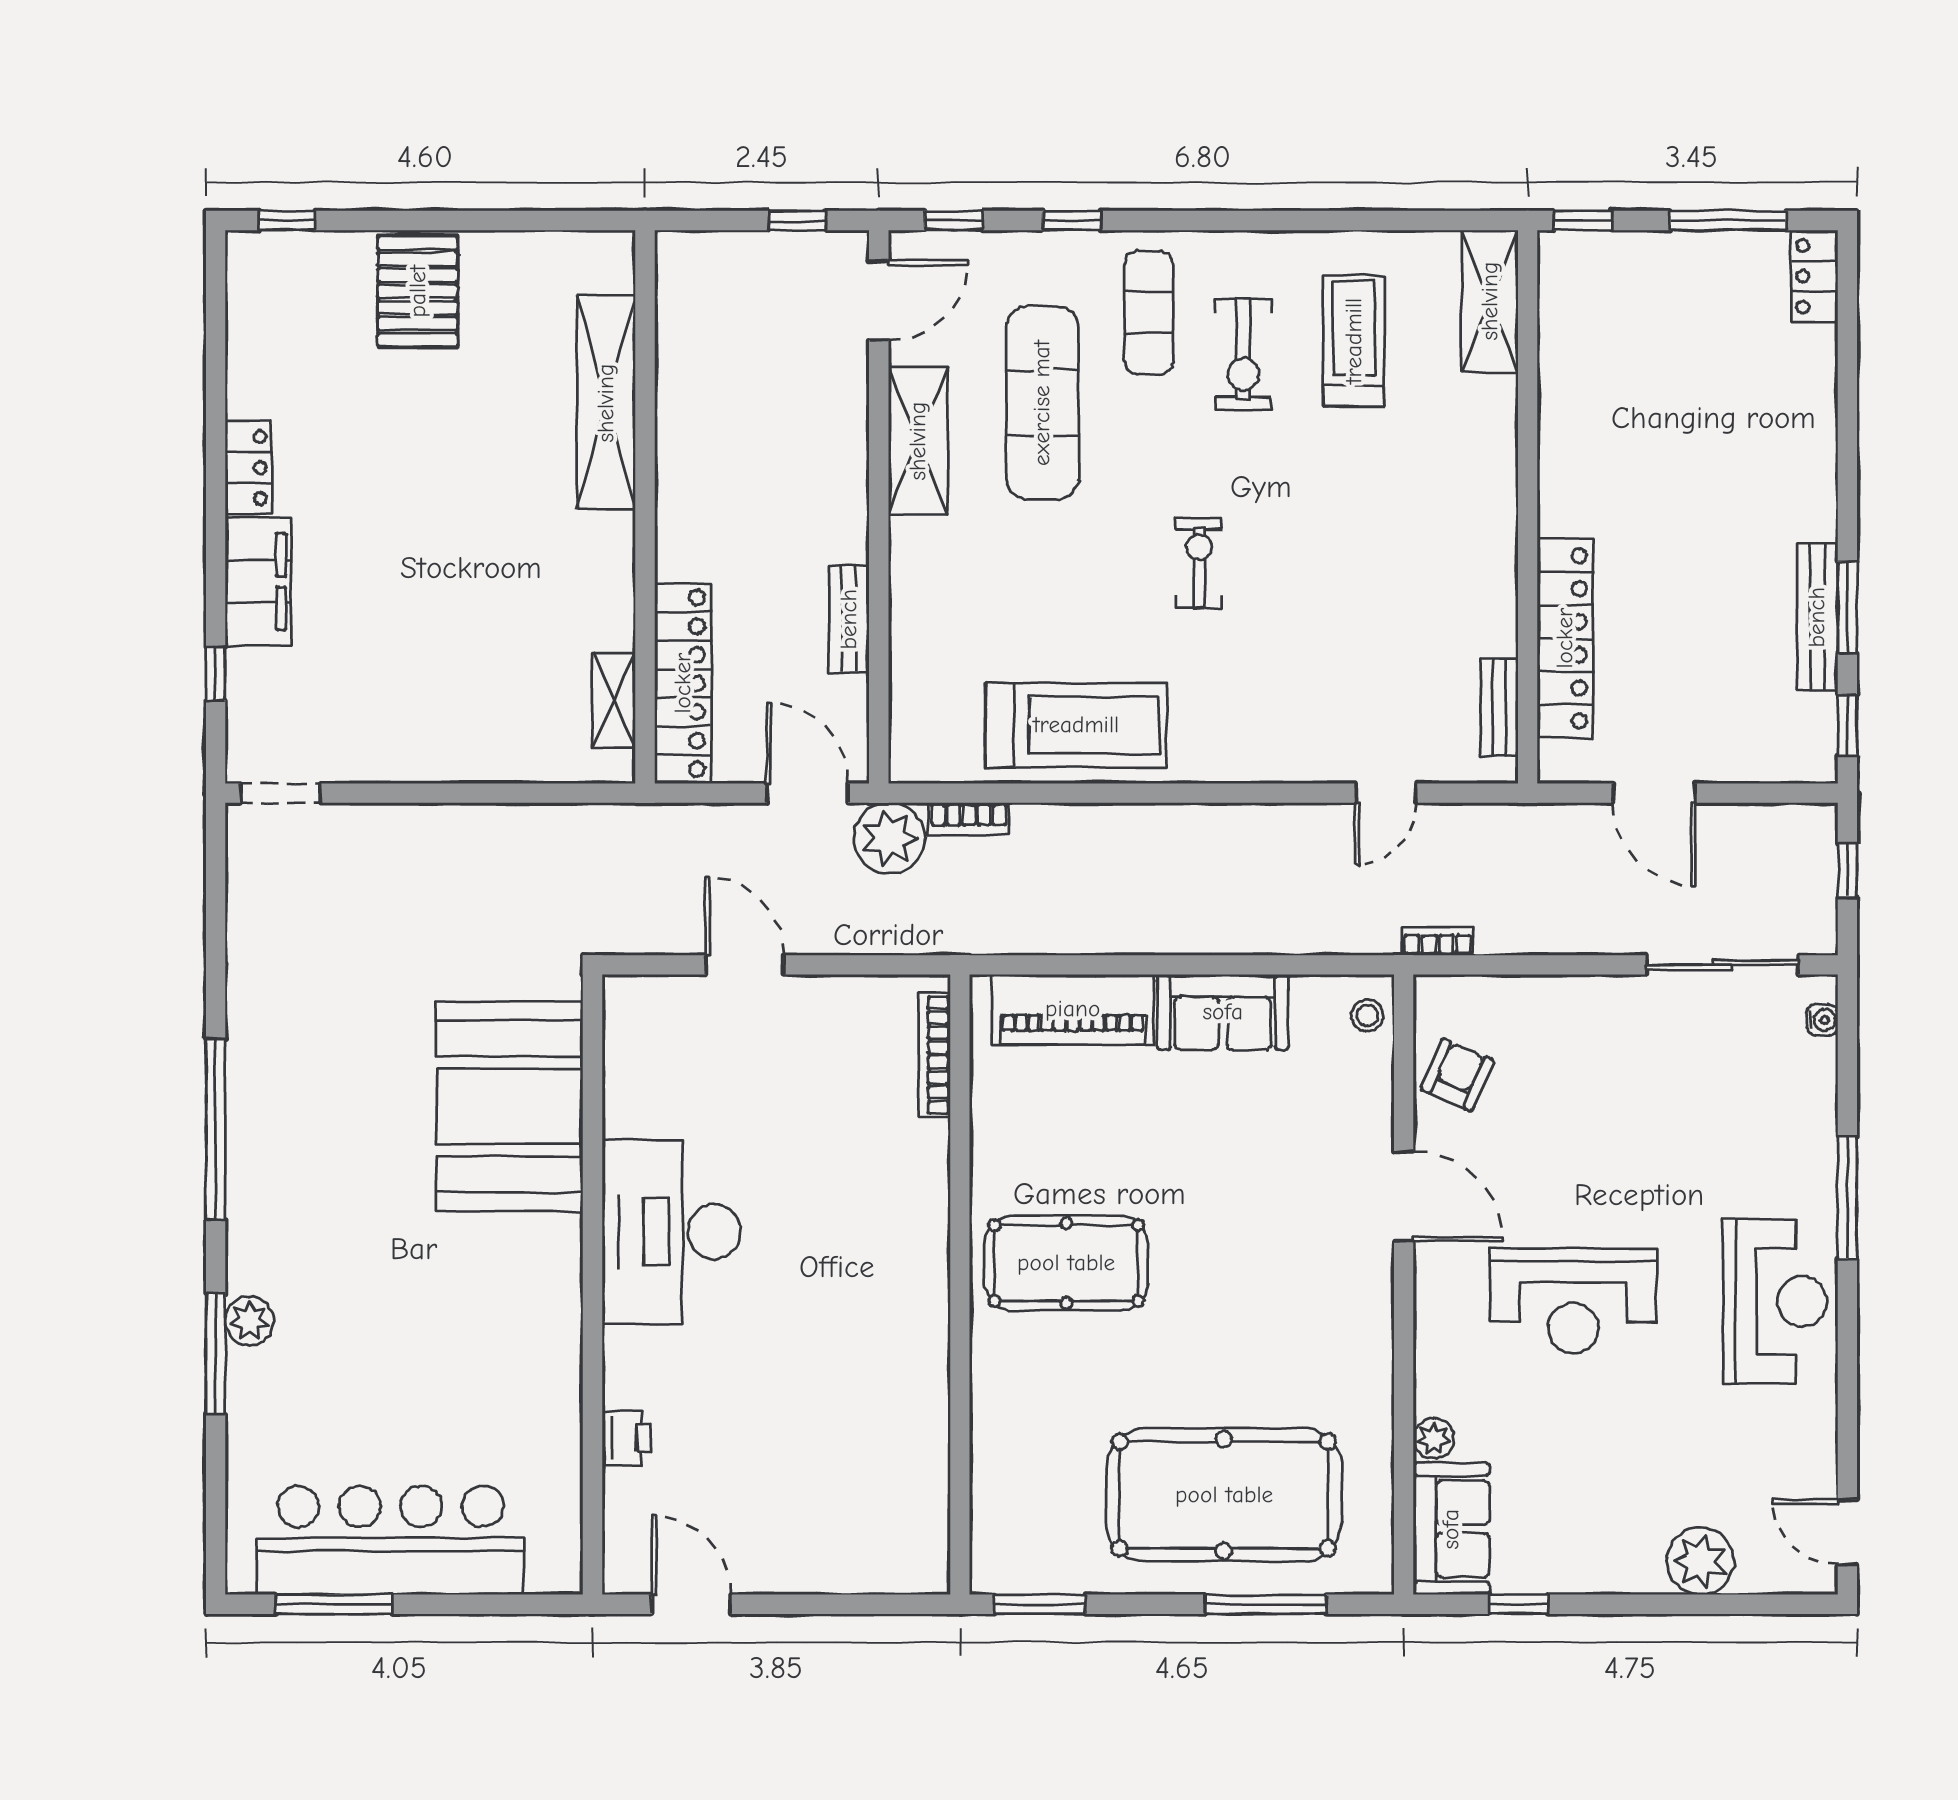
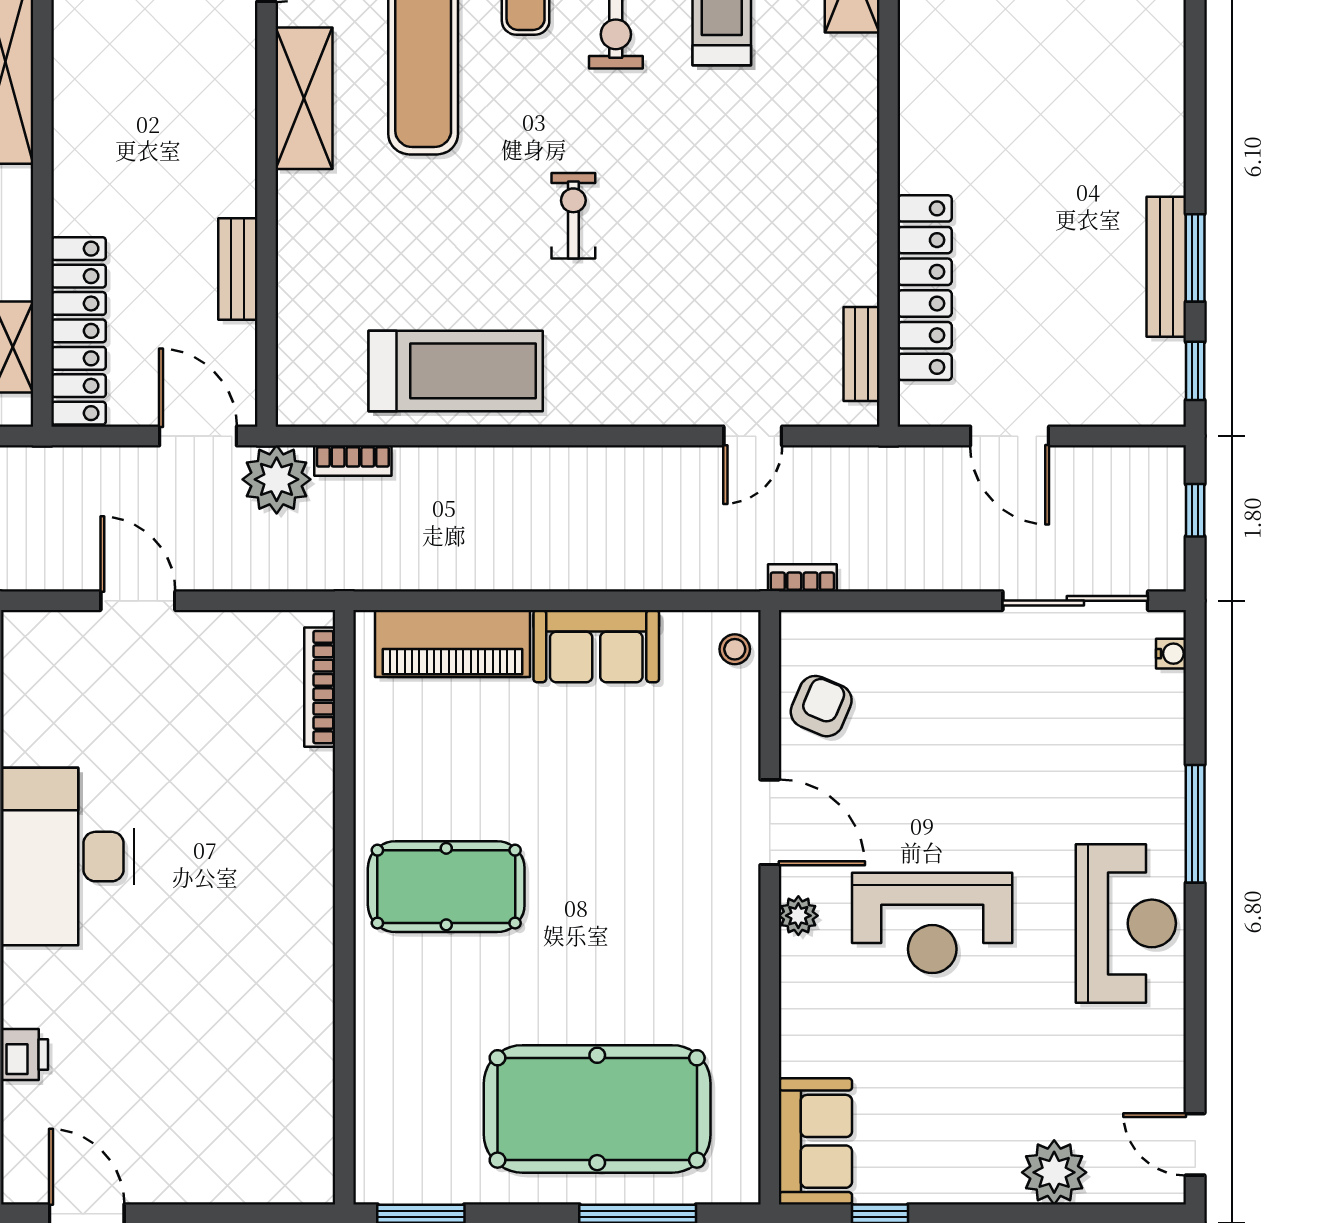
plant: (1434, 1439) -> (798, 916), moved

